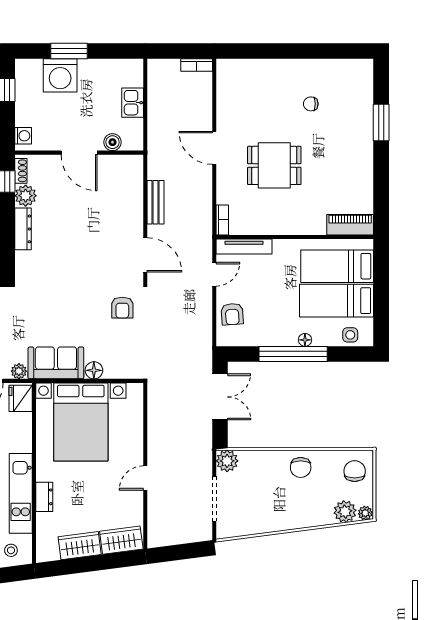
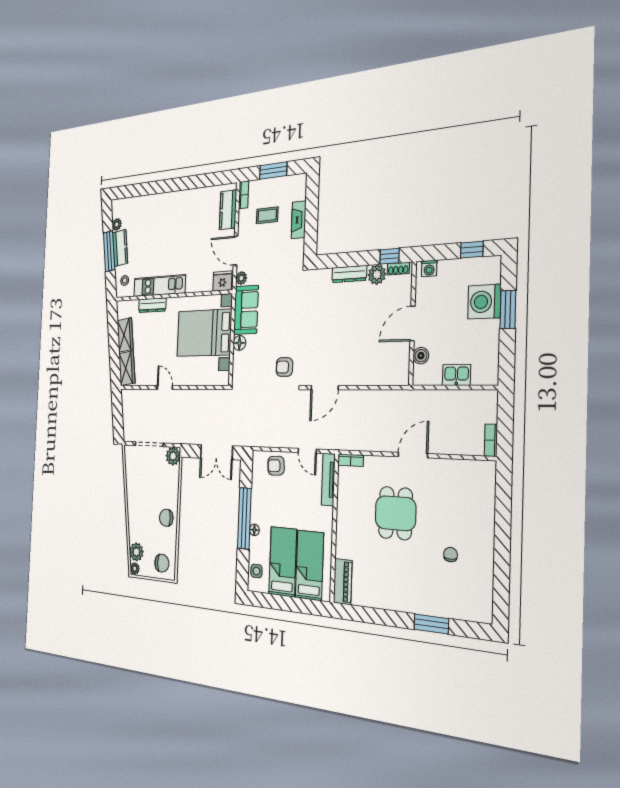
bench: (155, 202) -> (367, 397), removed
dresser: (44, 497) -> (152, 305), width x1.44

